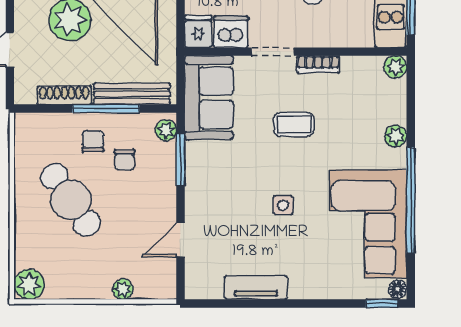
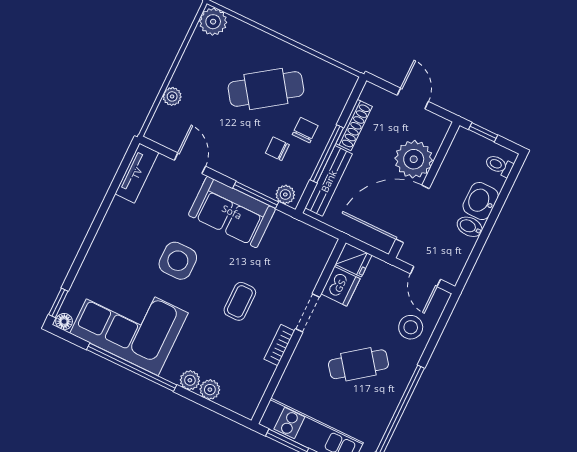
plant: (396, 67) -> (210, 390), moved
sofa: (209, 98) -> (232, 212), moved
chair: (93, 141) -> (305, 130), turned -90
side table: (283, 205) -> (178, 261), width x1.87, depth x1.87
tv unit: (256, 288) -> (137, 173), moved

